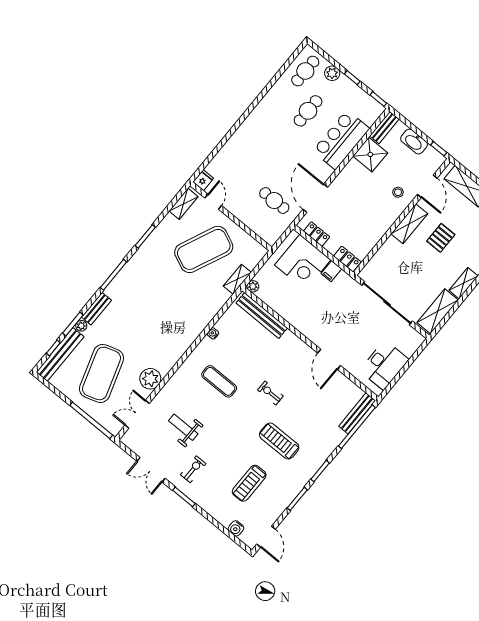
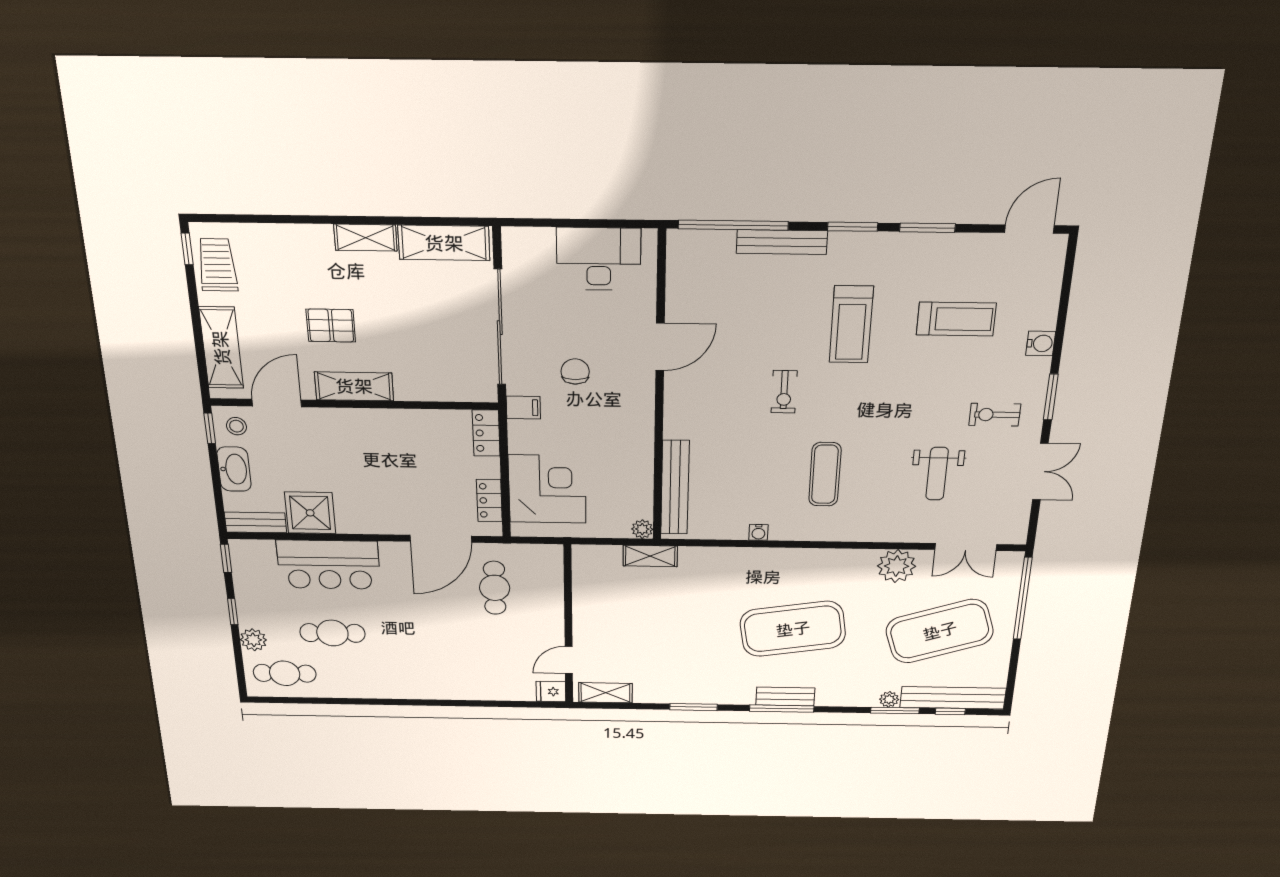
stool: (398, 192) -> (236, 426), moved
exercise mat: (204, 249) -> (793, 629), moved, turned -33
filing cabinet: (331, 271) -> (523, 408), moved
bench: (96, 309) -> (785, 696), moved
chair: (345, 317) -> (575, 372), added
bench: (357, 413) -> (782, 242), moved
water cooler: (236, 528) -> (1041, 343), moved

